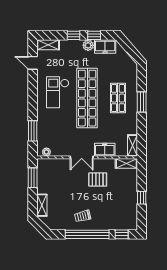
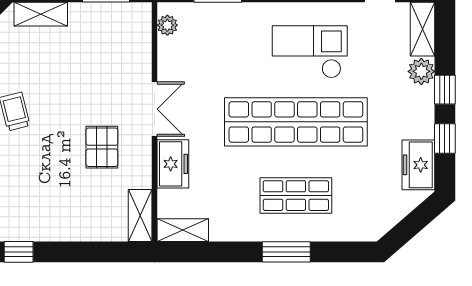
plant: (88, 45) -> (421, 71), moved
double door: (82, 157) -> (155, 109), swing flipped
window: (142, 198) -> (19, 252), moved

